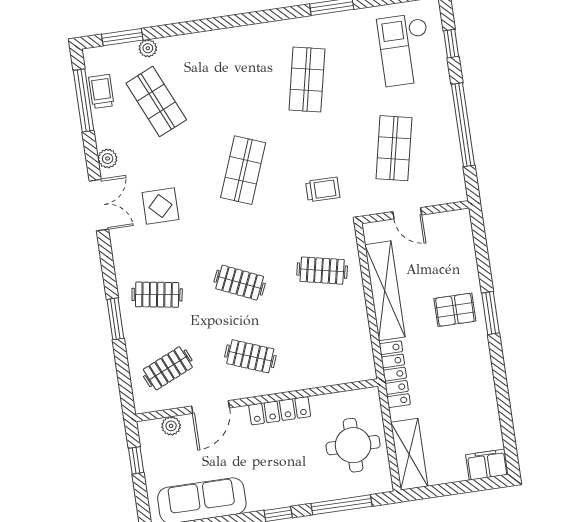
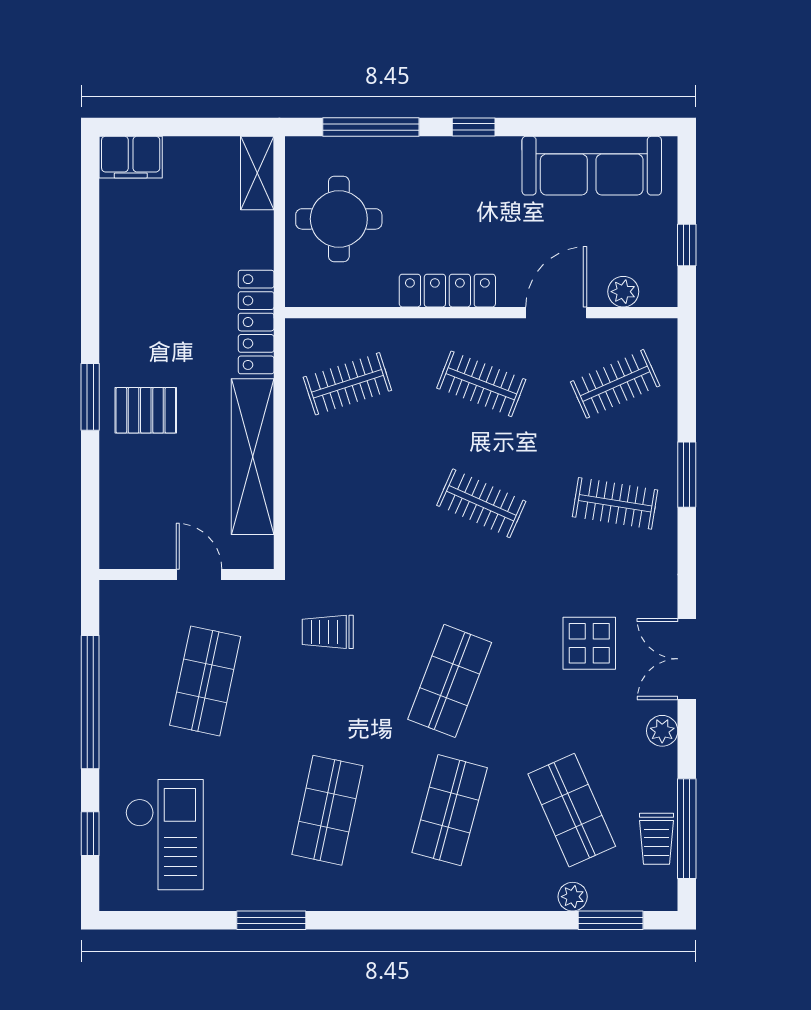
shop shelf: (232, 90) -> (450, 810), added
clothes rail: (322, 271) -> (347, 384), moved, turned -30
shelving: (409, 454) -> (257, 173), width x0.67, depth x0.75

